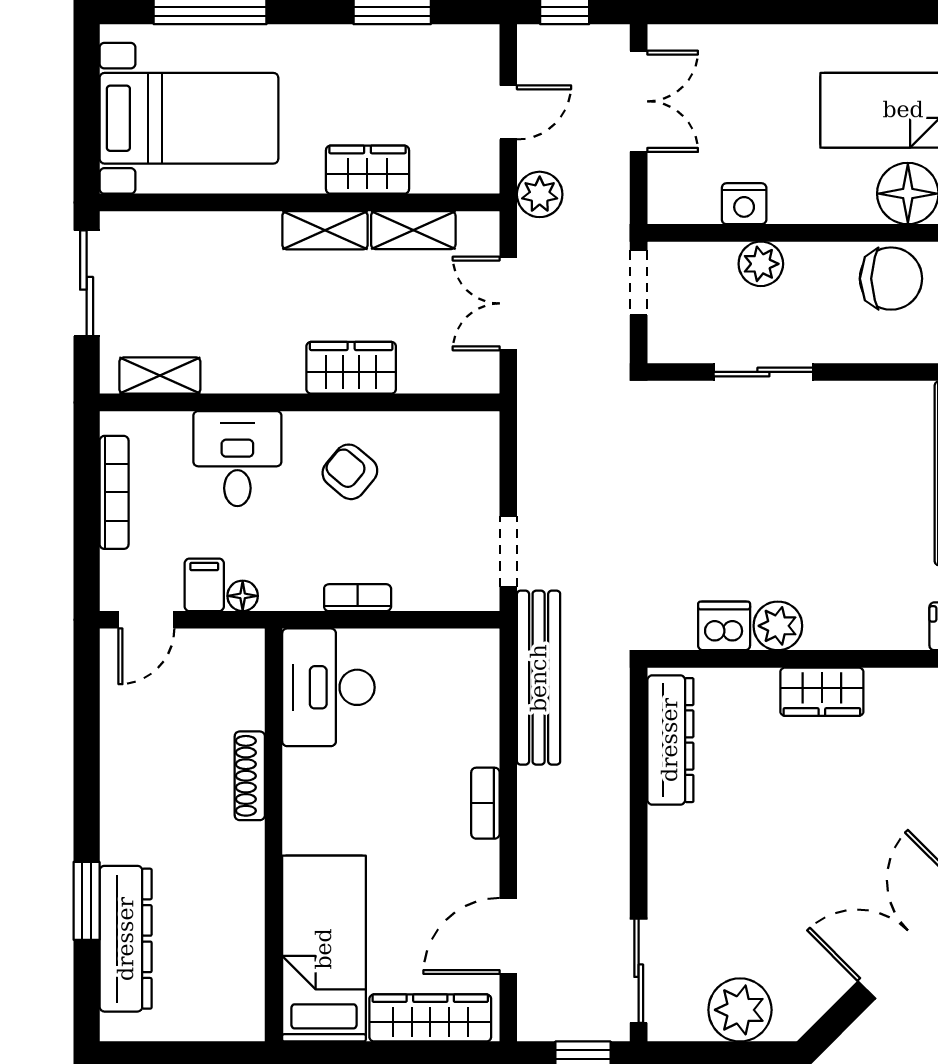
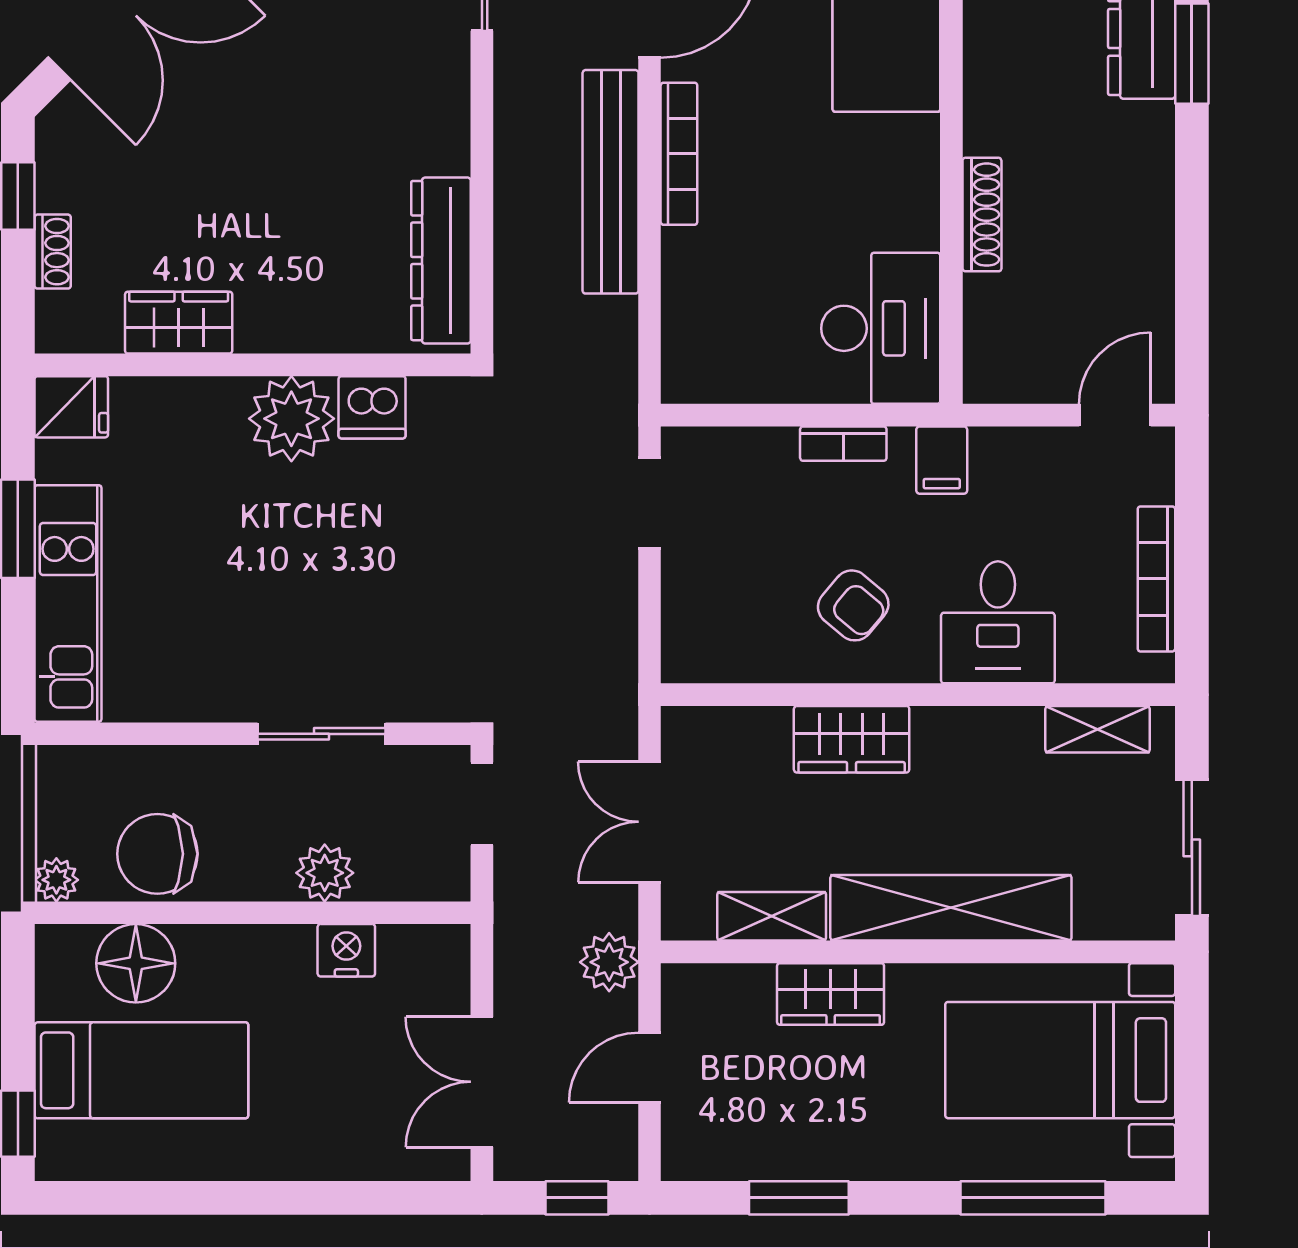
shelving: (325, 230) -> (951, 908), width x2.20, depth x1.33
doorway: (639, 283) -> (482, 804), moved
double door: (508, 303) -> (650, 822), swing flipped
filing cabinet: (204, 585) -> (942, 460), moved
floor lamp: (243, 596) -> (991, 446), removed
plant: (778, 626) -> (291, 419), width x1.36, depth x1.36
bench: (539, 678) -> (611, 182), moved
wardrobe: (822, 692) -> (179, 323), moved
bookcase: (485, 803) -> (679, 154), width x1.56

